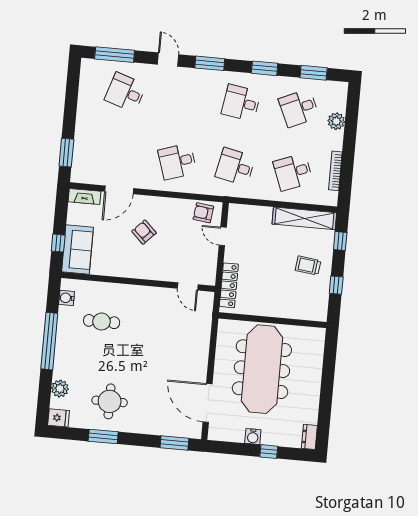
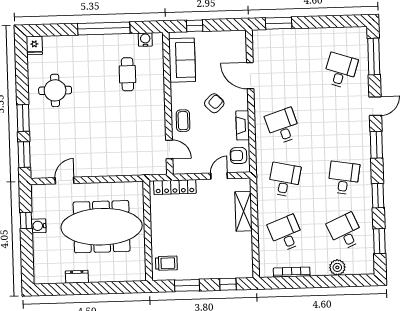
fireplace: (84, 197) -> (243, 125), moved
armchair: (203, 213) -> (239, 156), turned -97
shelving: (304, 218) -> (243, 211), moved, width x0.68
sofa: (78, 250) -> (182, 60), moved, turned -90
trolley: (308, 265) -> (166, 263), moved, turned 83
coffee table: (159, 268) -> (183, 121), added
window: (336, 285) -> (187, 285), width x1.50
door: (188, 286) -> (169, 149), swing flipped
plant: (60, 389) -> (61, 43), removed
door: (208, 403) -> (65, 181), width x0.53
window: (103, 437) -> (23, 118), moved
dresser: (309, 437) -> (77, 277), moved
window: (269, 452) -> (26, 220), moved

